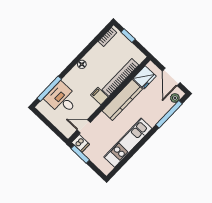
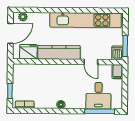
bookcase: (120, 77) -> (45, 69), removed
filing cabinet: (99, 96) -> (117, 72), moved
window: (169, 114) -> (38, 10), removed
door: (84, 126) -> (91, 62), moved
kitchen unit: (128, 143) -> (86, 20), width x1.36

